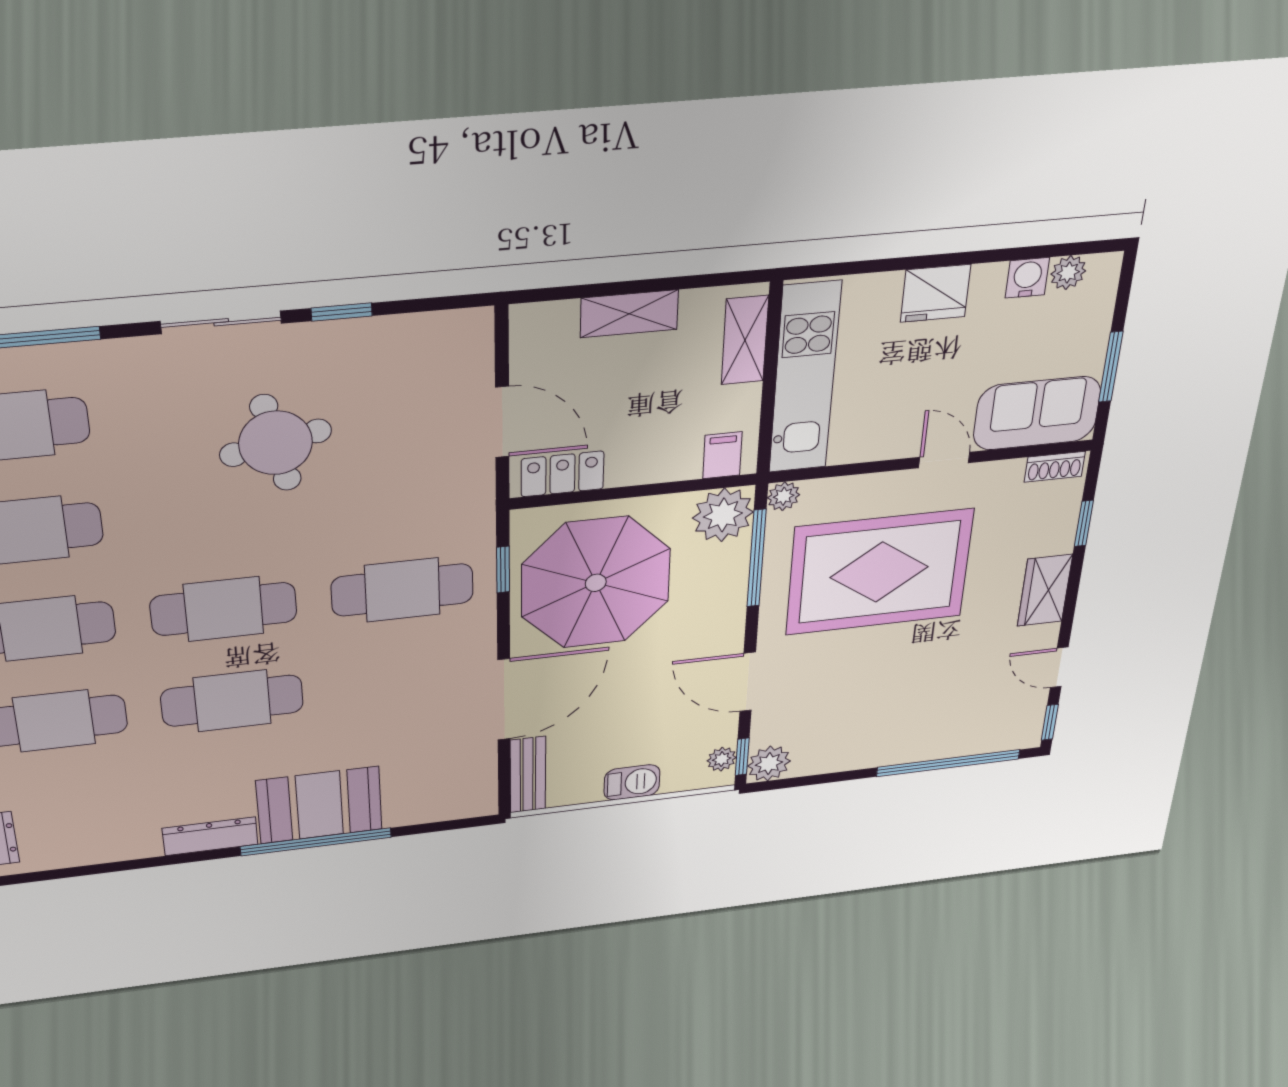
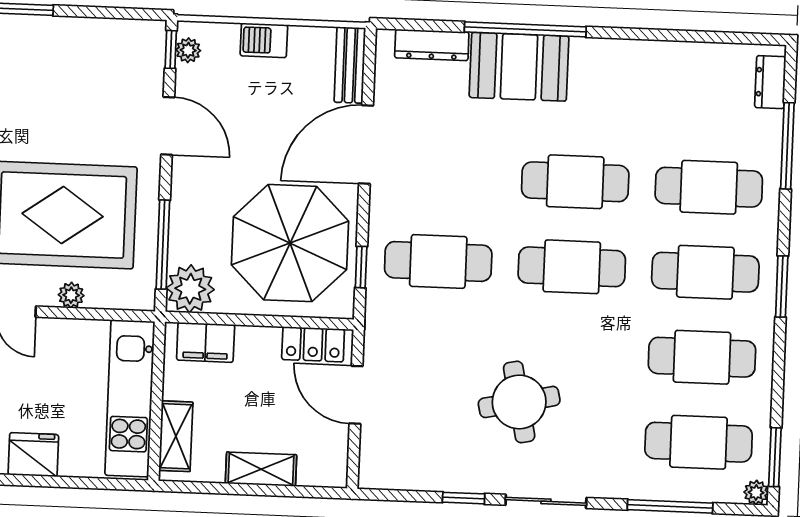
filing cabinet: (722, 455) -> (206, 342), width x2.00
plant: (784, 496) -> (71, 295), moved
plant: (769, 764) -> (148, 38), removed
dresser: (210, 836) -> (432, 45), moved

